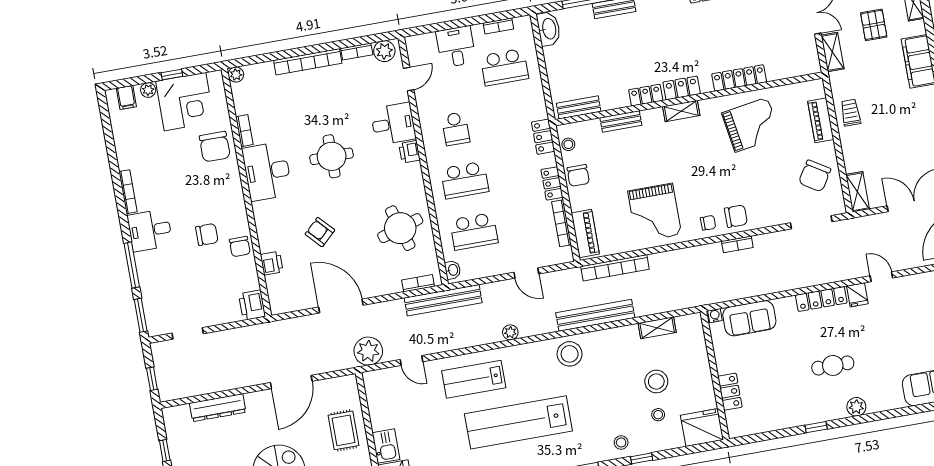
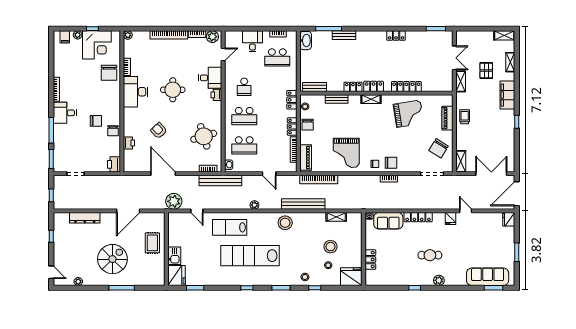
locker: (821, 299) -> (418, 217), moved

